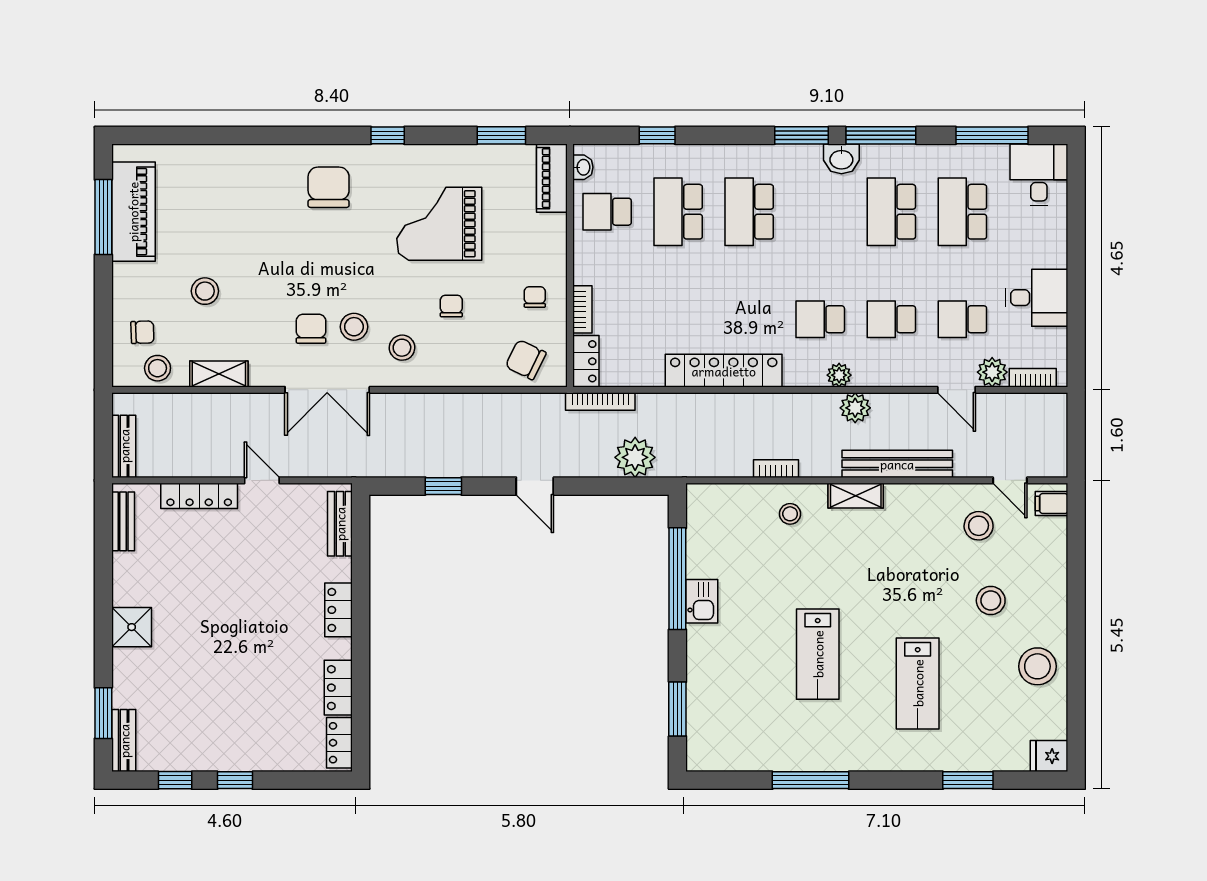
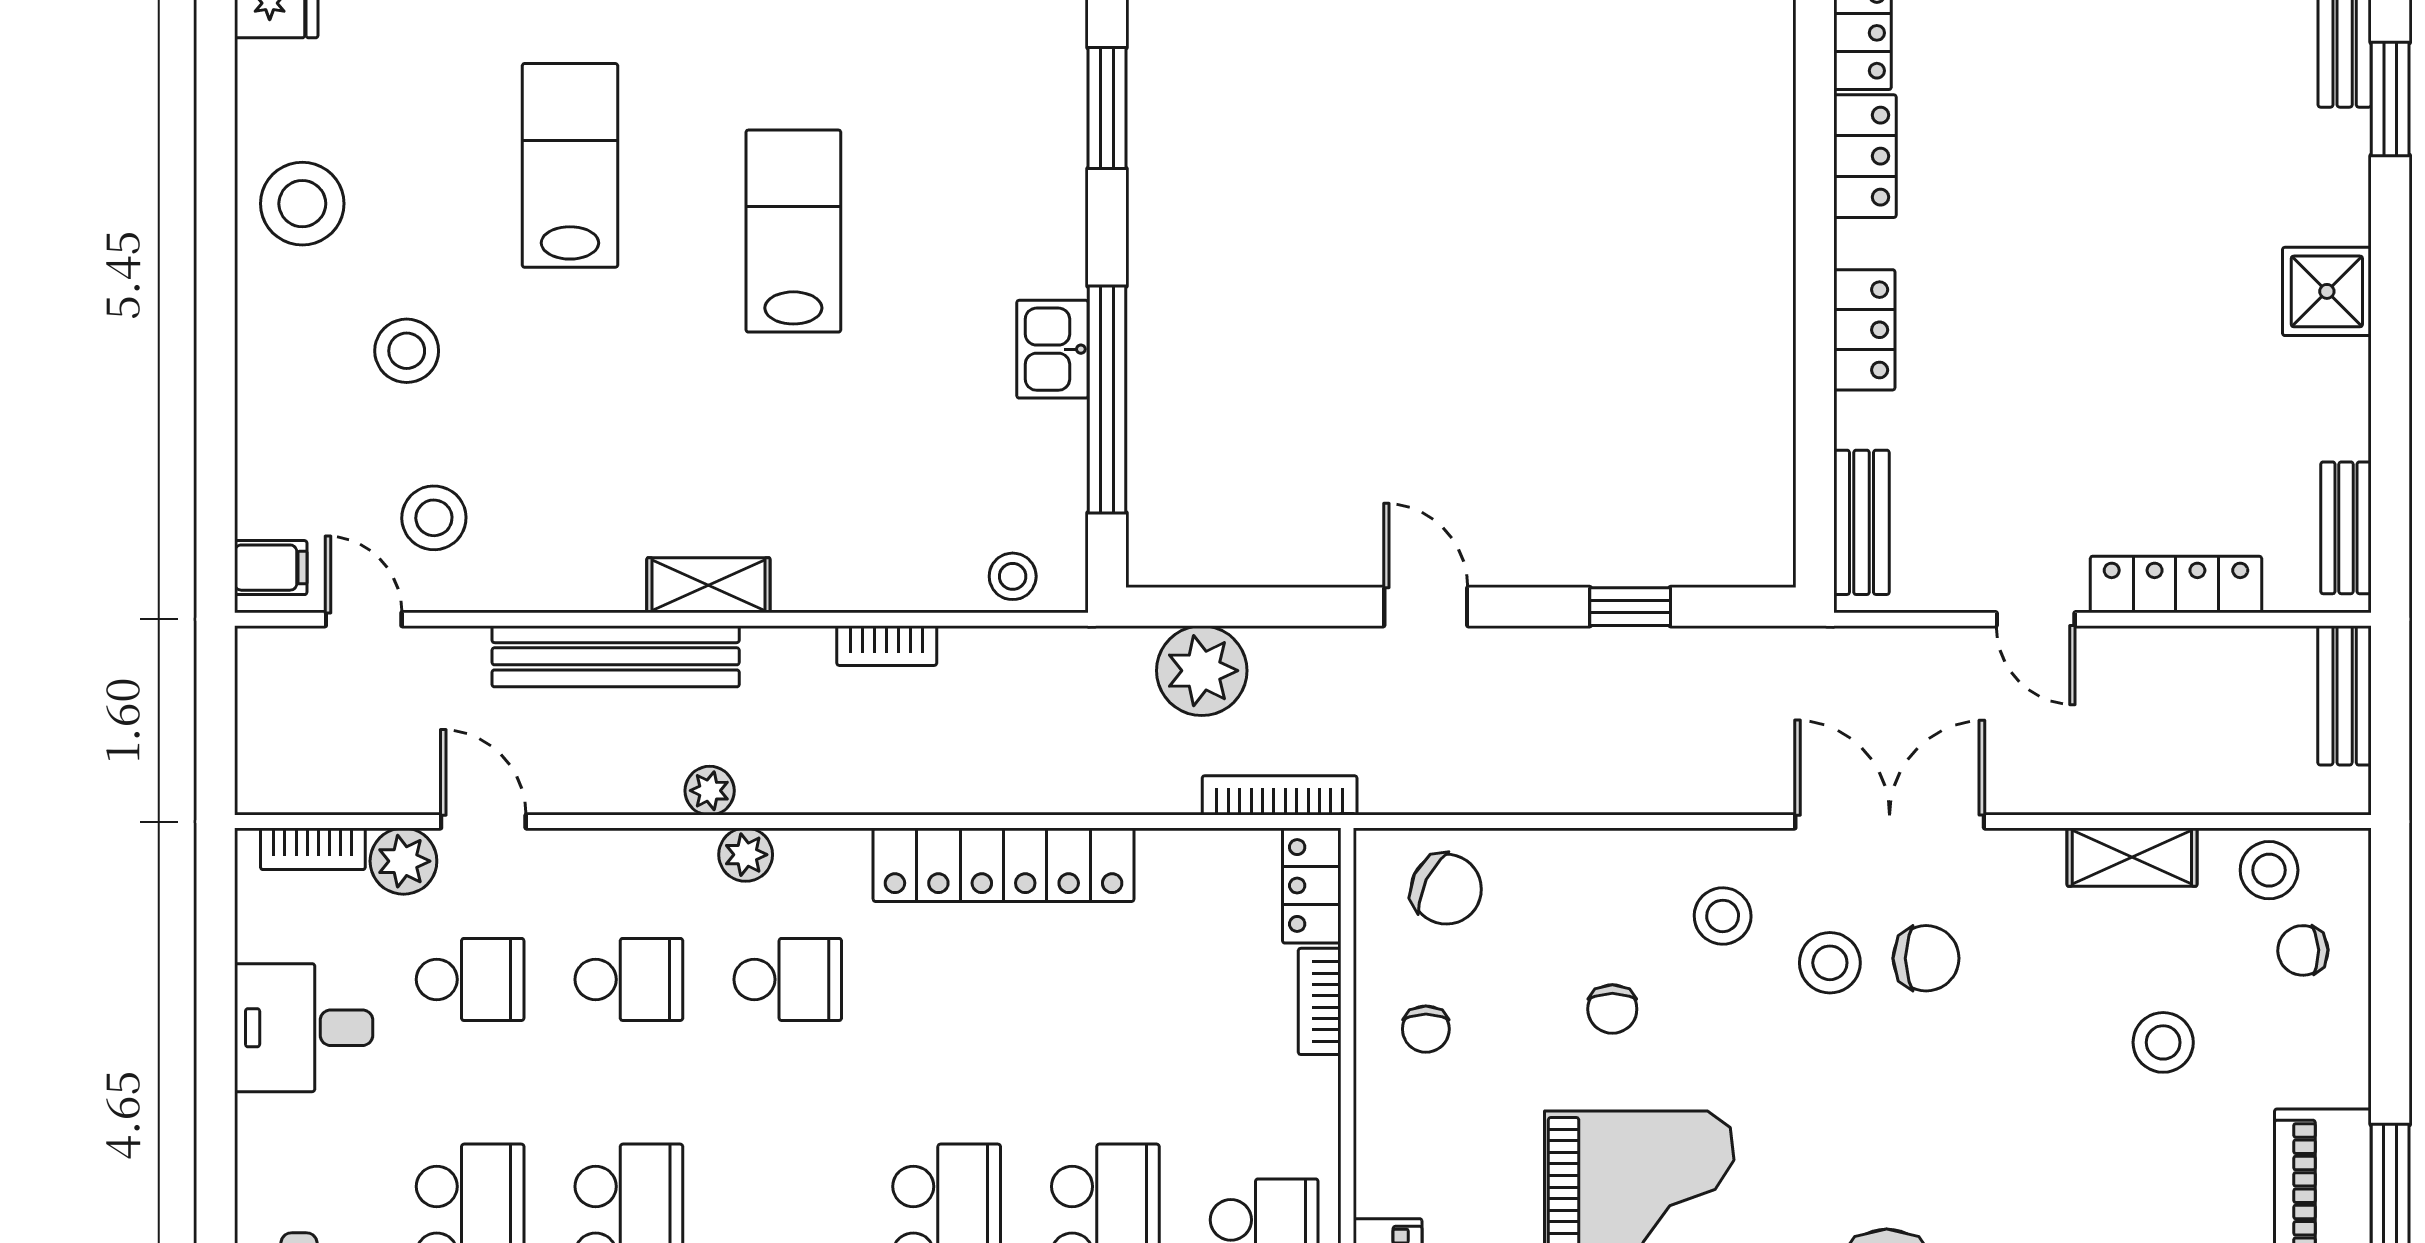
chair: (311, 329) -> (1926, 958), turned -90
plant: (855, 408) -> (710, 791), width x0.73, depth x0.73
stool: (790, 514) -> (1013, 576), moved

